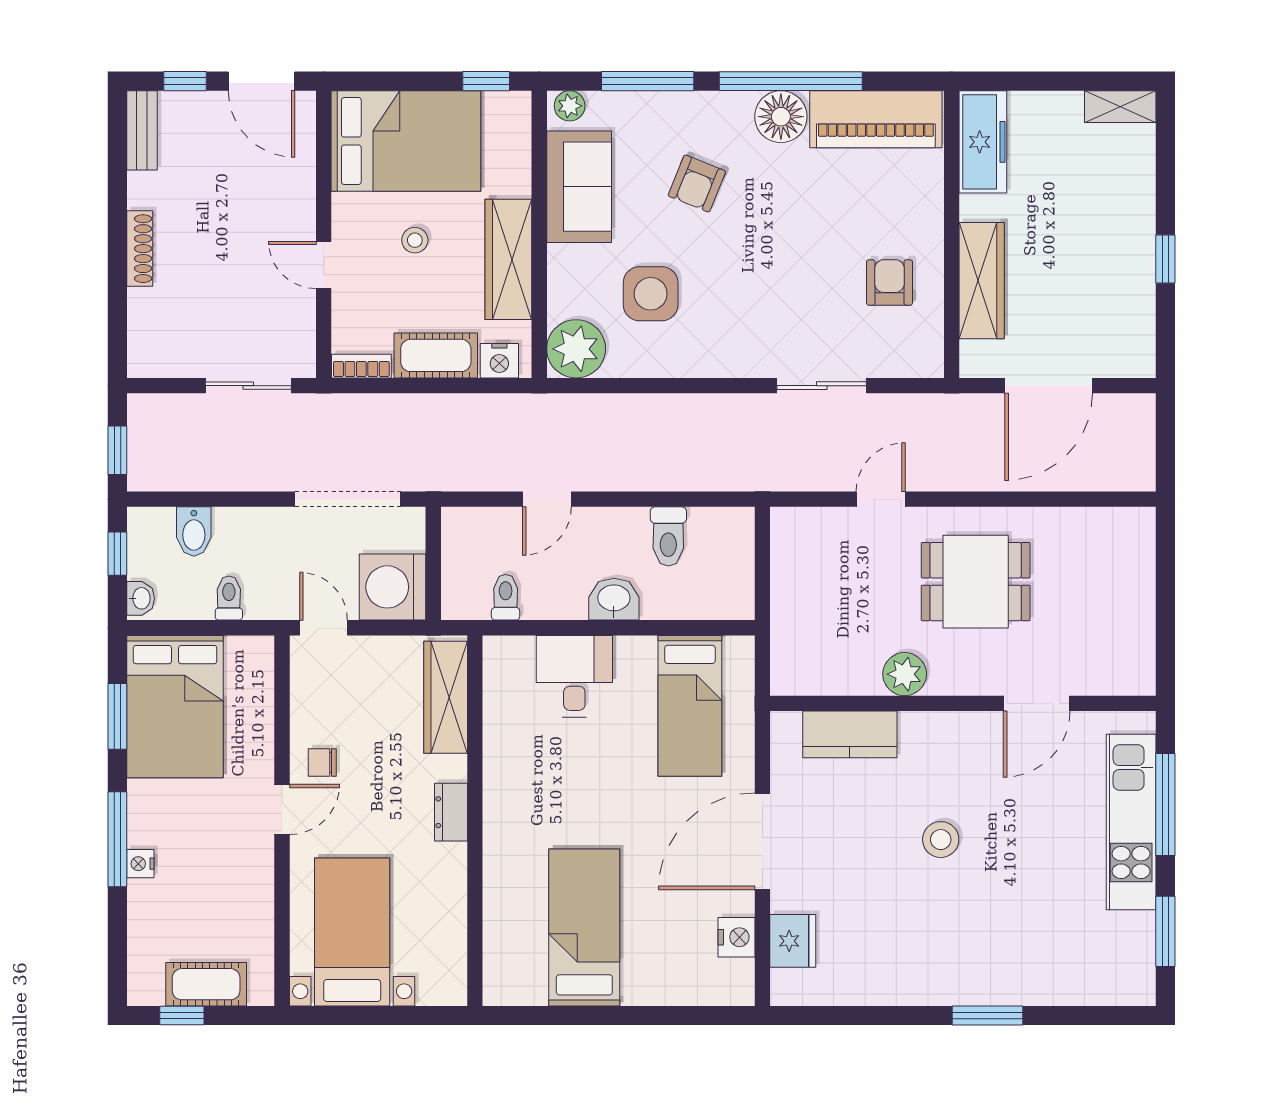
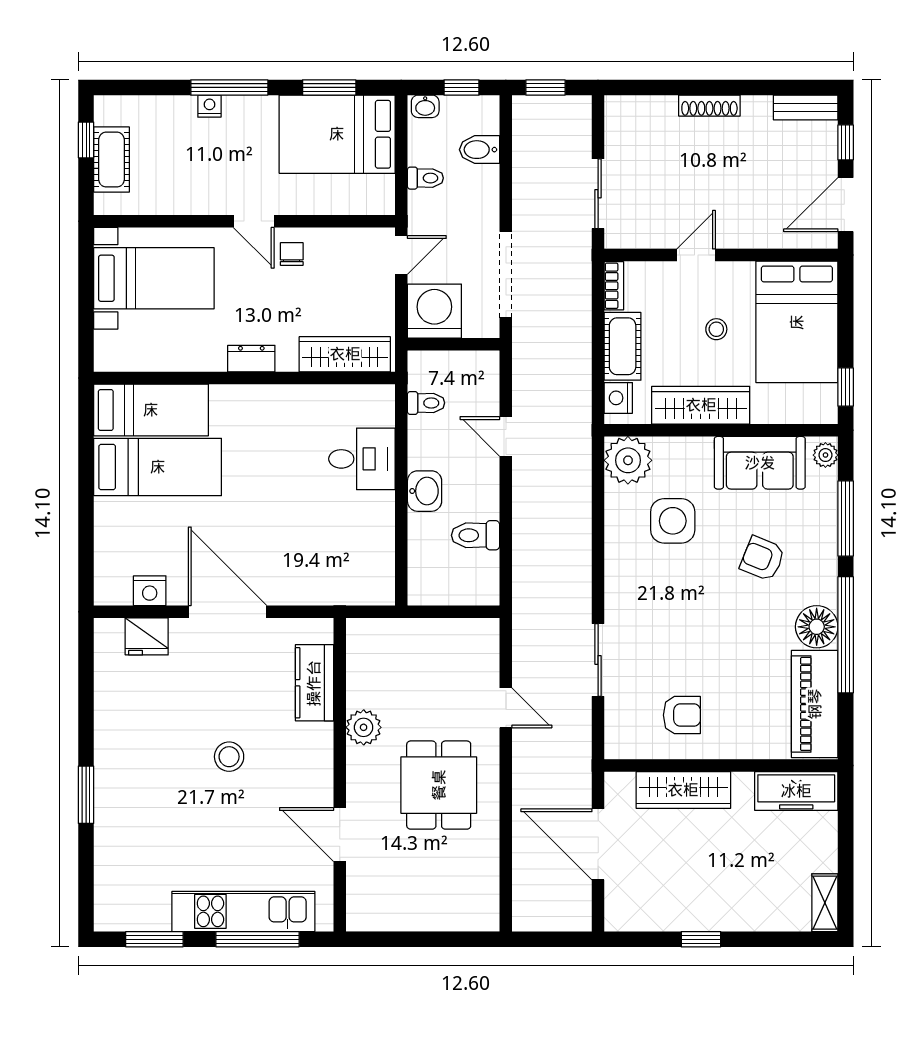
bed: (690, 706) -> (151, 410), moved, turned 180

